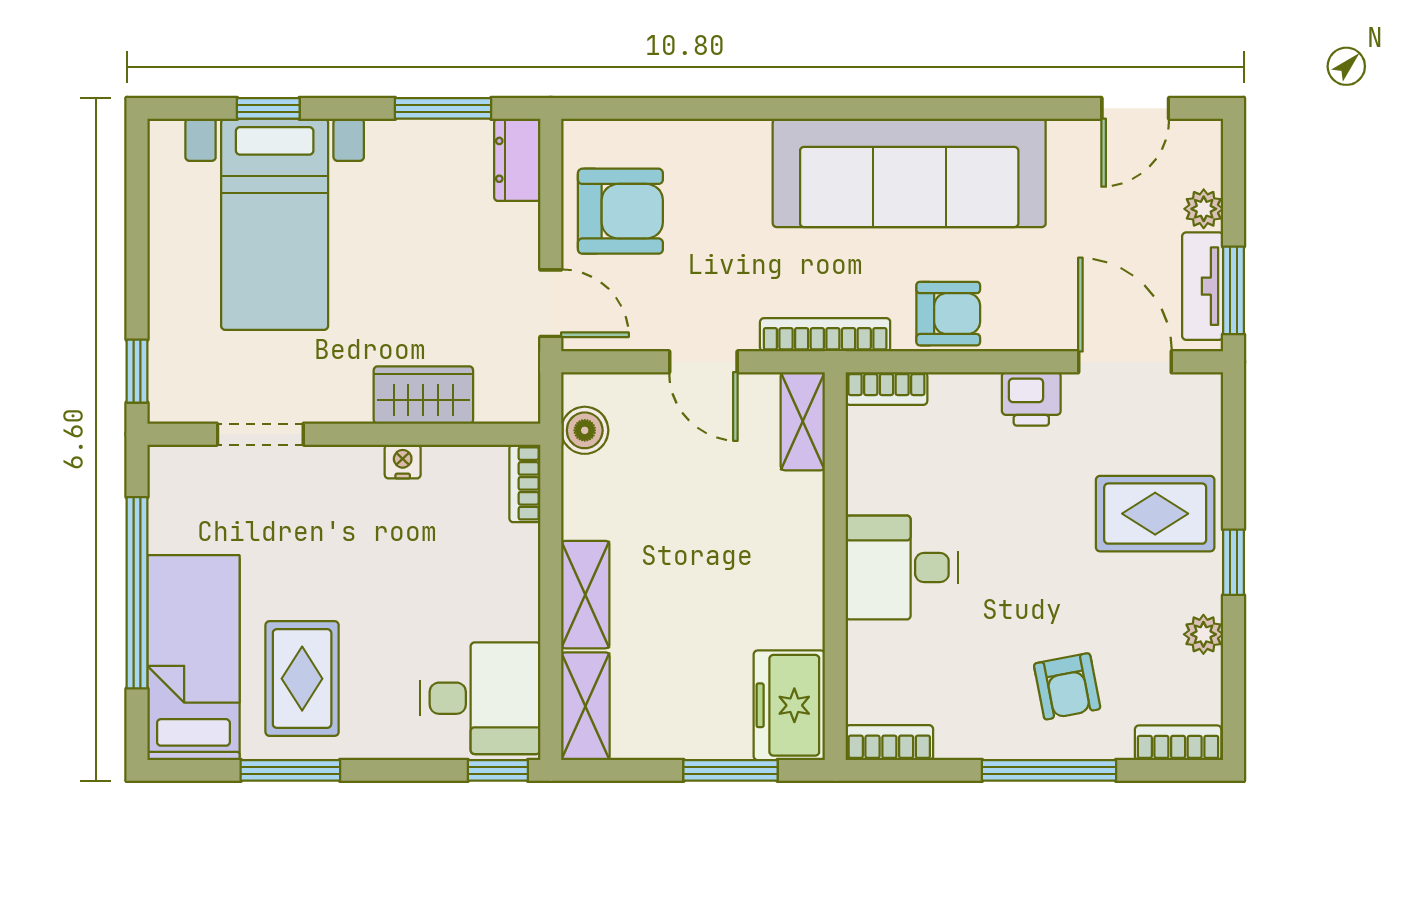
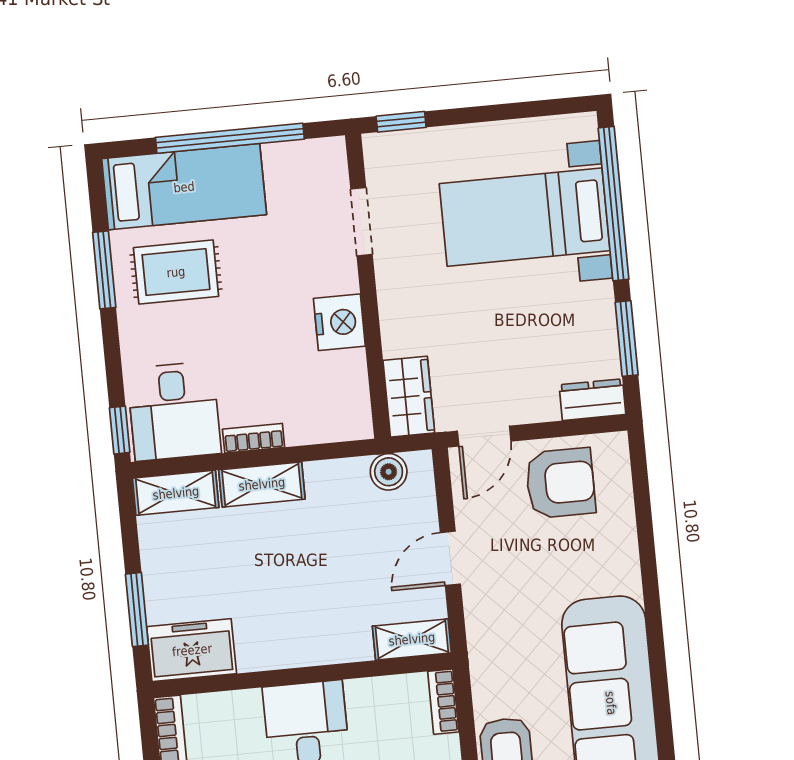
window: (268, 108) -> (614, 204), width x3.17
armchair: (620, 211) -> (560, 483), turned -90
bookcase: (825, 335) -> (480, 650), removed
wardrobe: (423, 395) -> (409, 397), moved
nightstand: (403, 462) -> (339, 322), width x1.89, depth x1.79
bookcase: (525, 483) -> (254, 438), moved

